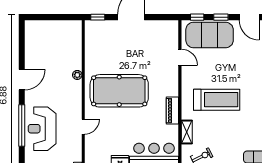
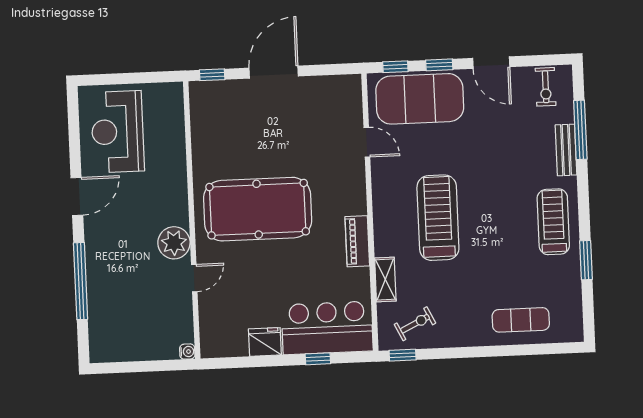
plant: (77, 75) -> (174, 243), moved, width x1.88, depth x1.88
treadmill: (217, 100) -> (438, 218), turned -90
reception desk: (42, 129) -> (118, 132), moved

